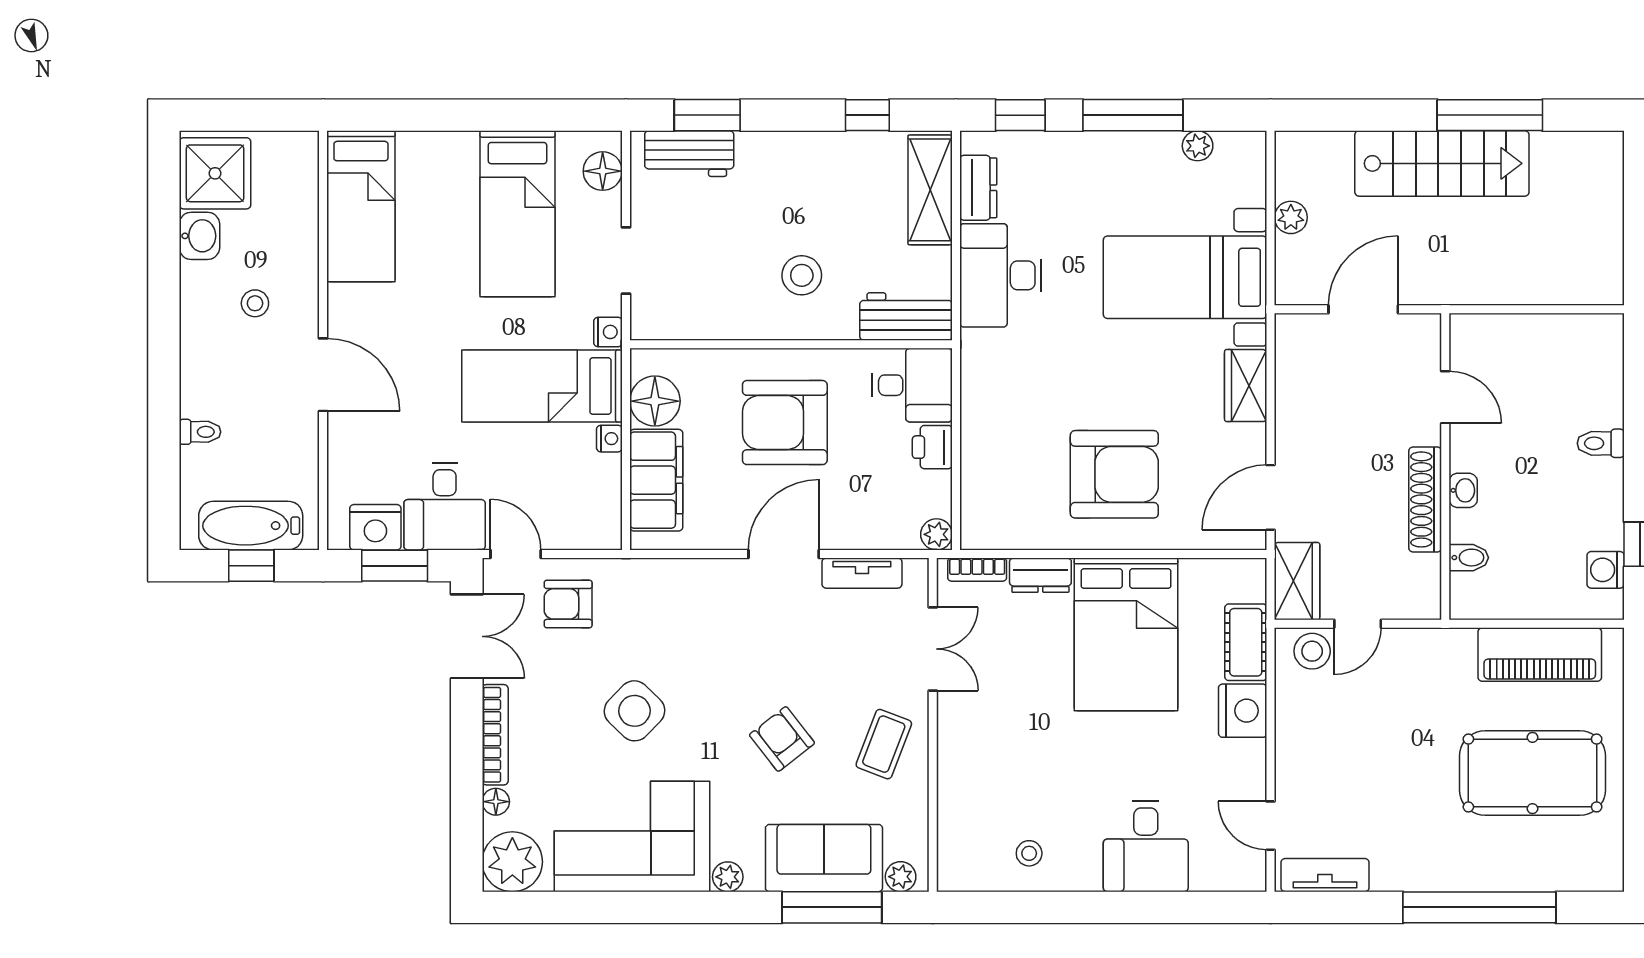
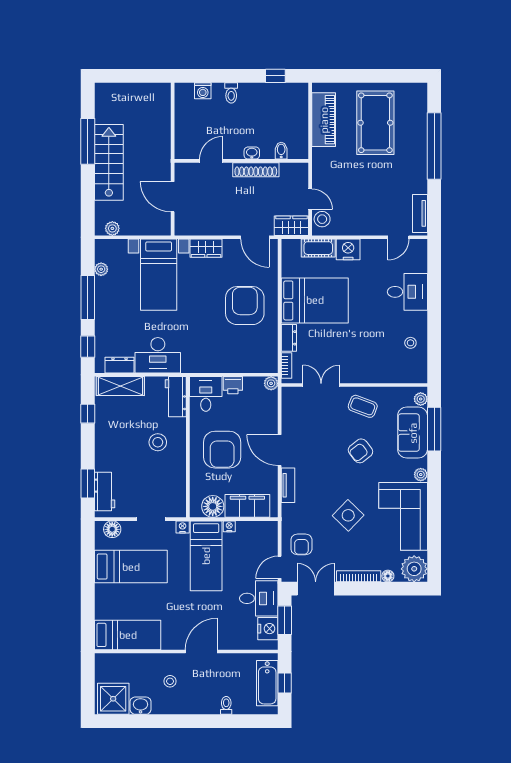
plant: (1291, 217) -> (112, 228), moved
washing machine: (1606, 570) -> (203, 91), moved
tv unit: (862, 573) -> (288, 485), moved

